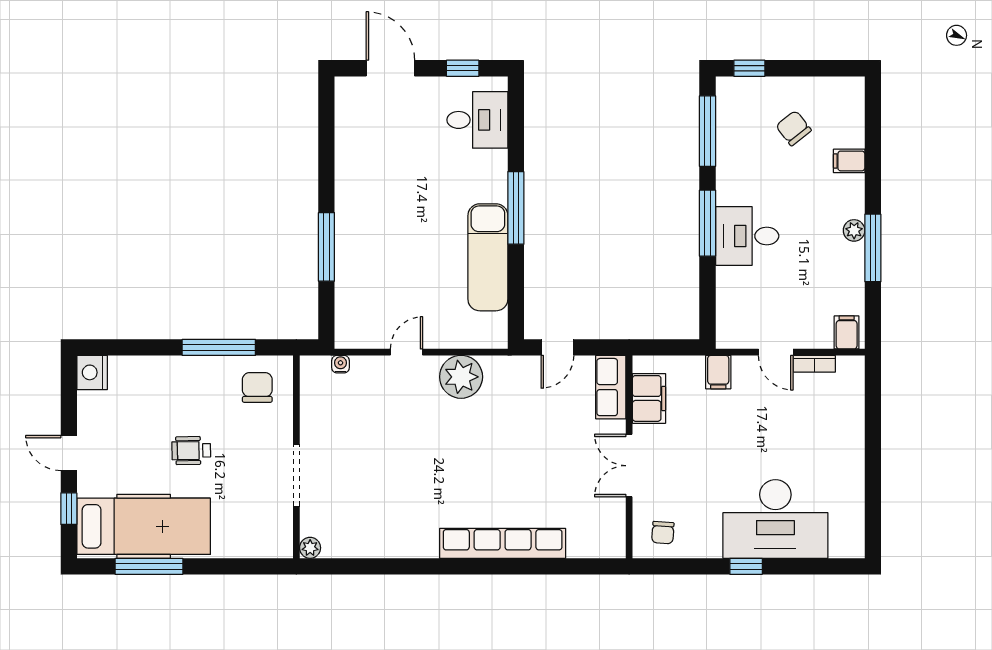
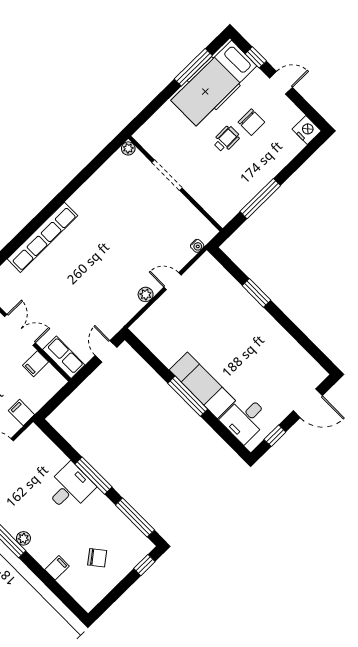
window: (326, 247) -> (256, 293), width x0.69
exam couch: (488, 257) -> (202, 385), moved
door: (407, 352) -> (172, 281), swing flipped
plant: (461, 377) -> (146, 294), width x0.53, depth x0.53
chair: (257, 387) -> (251, 122), moved
filing cabinet: (649, 398) -> (36, 364), width x0.50

